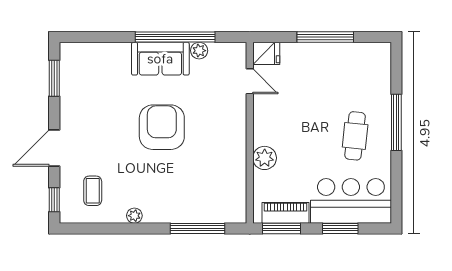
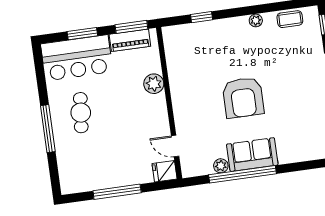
coffee table: (93, 191) -> (290, 19), moved, turned 90
window: (197, 228) -> (202, 17), width x0.46

